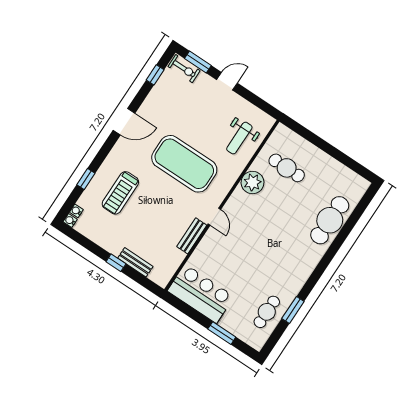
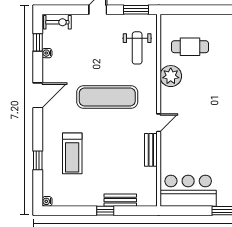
window: (198, 62) -> (136, 10), moved
exercise mat: (184, 164) -> (107, 97), width x0.68
water cooler: (76, 211) -> (47, 53), moved
door: (214, 217) -> (159, 123), hinge flipped

